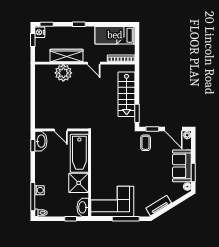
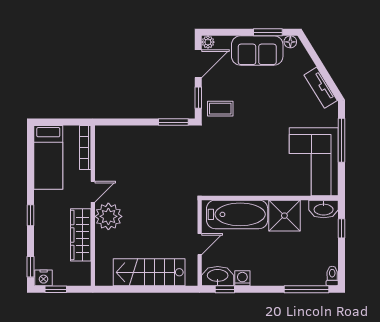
plant: (63, 73) -> (108, 216), moved
stairs: (127, 94) -> (149, 272), moved, turned 180
washing machine: (39, 190) -> (242, 278), moved

